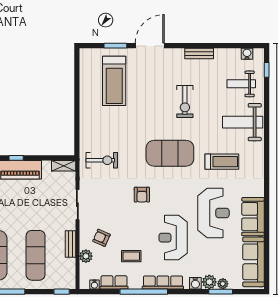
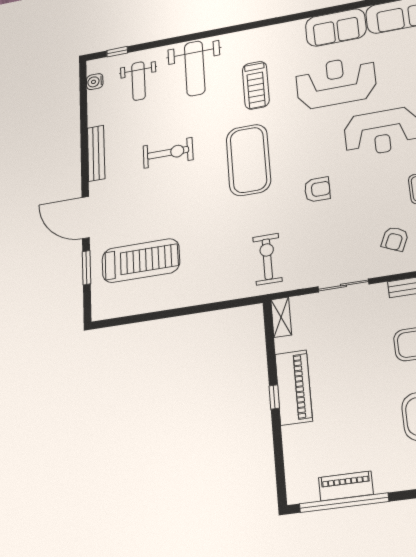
bench: (199, 54) -> (96, 153), width x1.36
treadmill: (222, 162) -> (256, 85), turned 180

